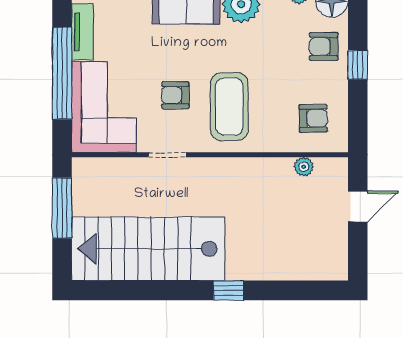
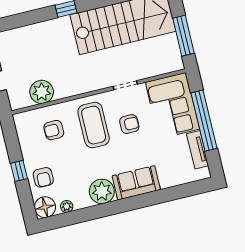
armchair: (324, 46) -> (43, 177), turned 90
armchair: (313, 118) -> (54, 130), moved
plant: (304, 167) -> (42, 92), width x1.87, depth x1.87

